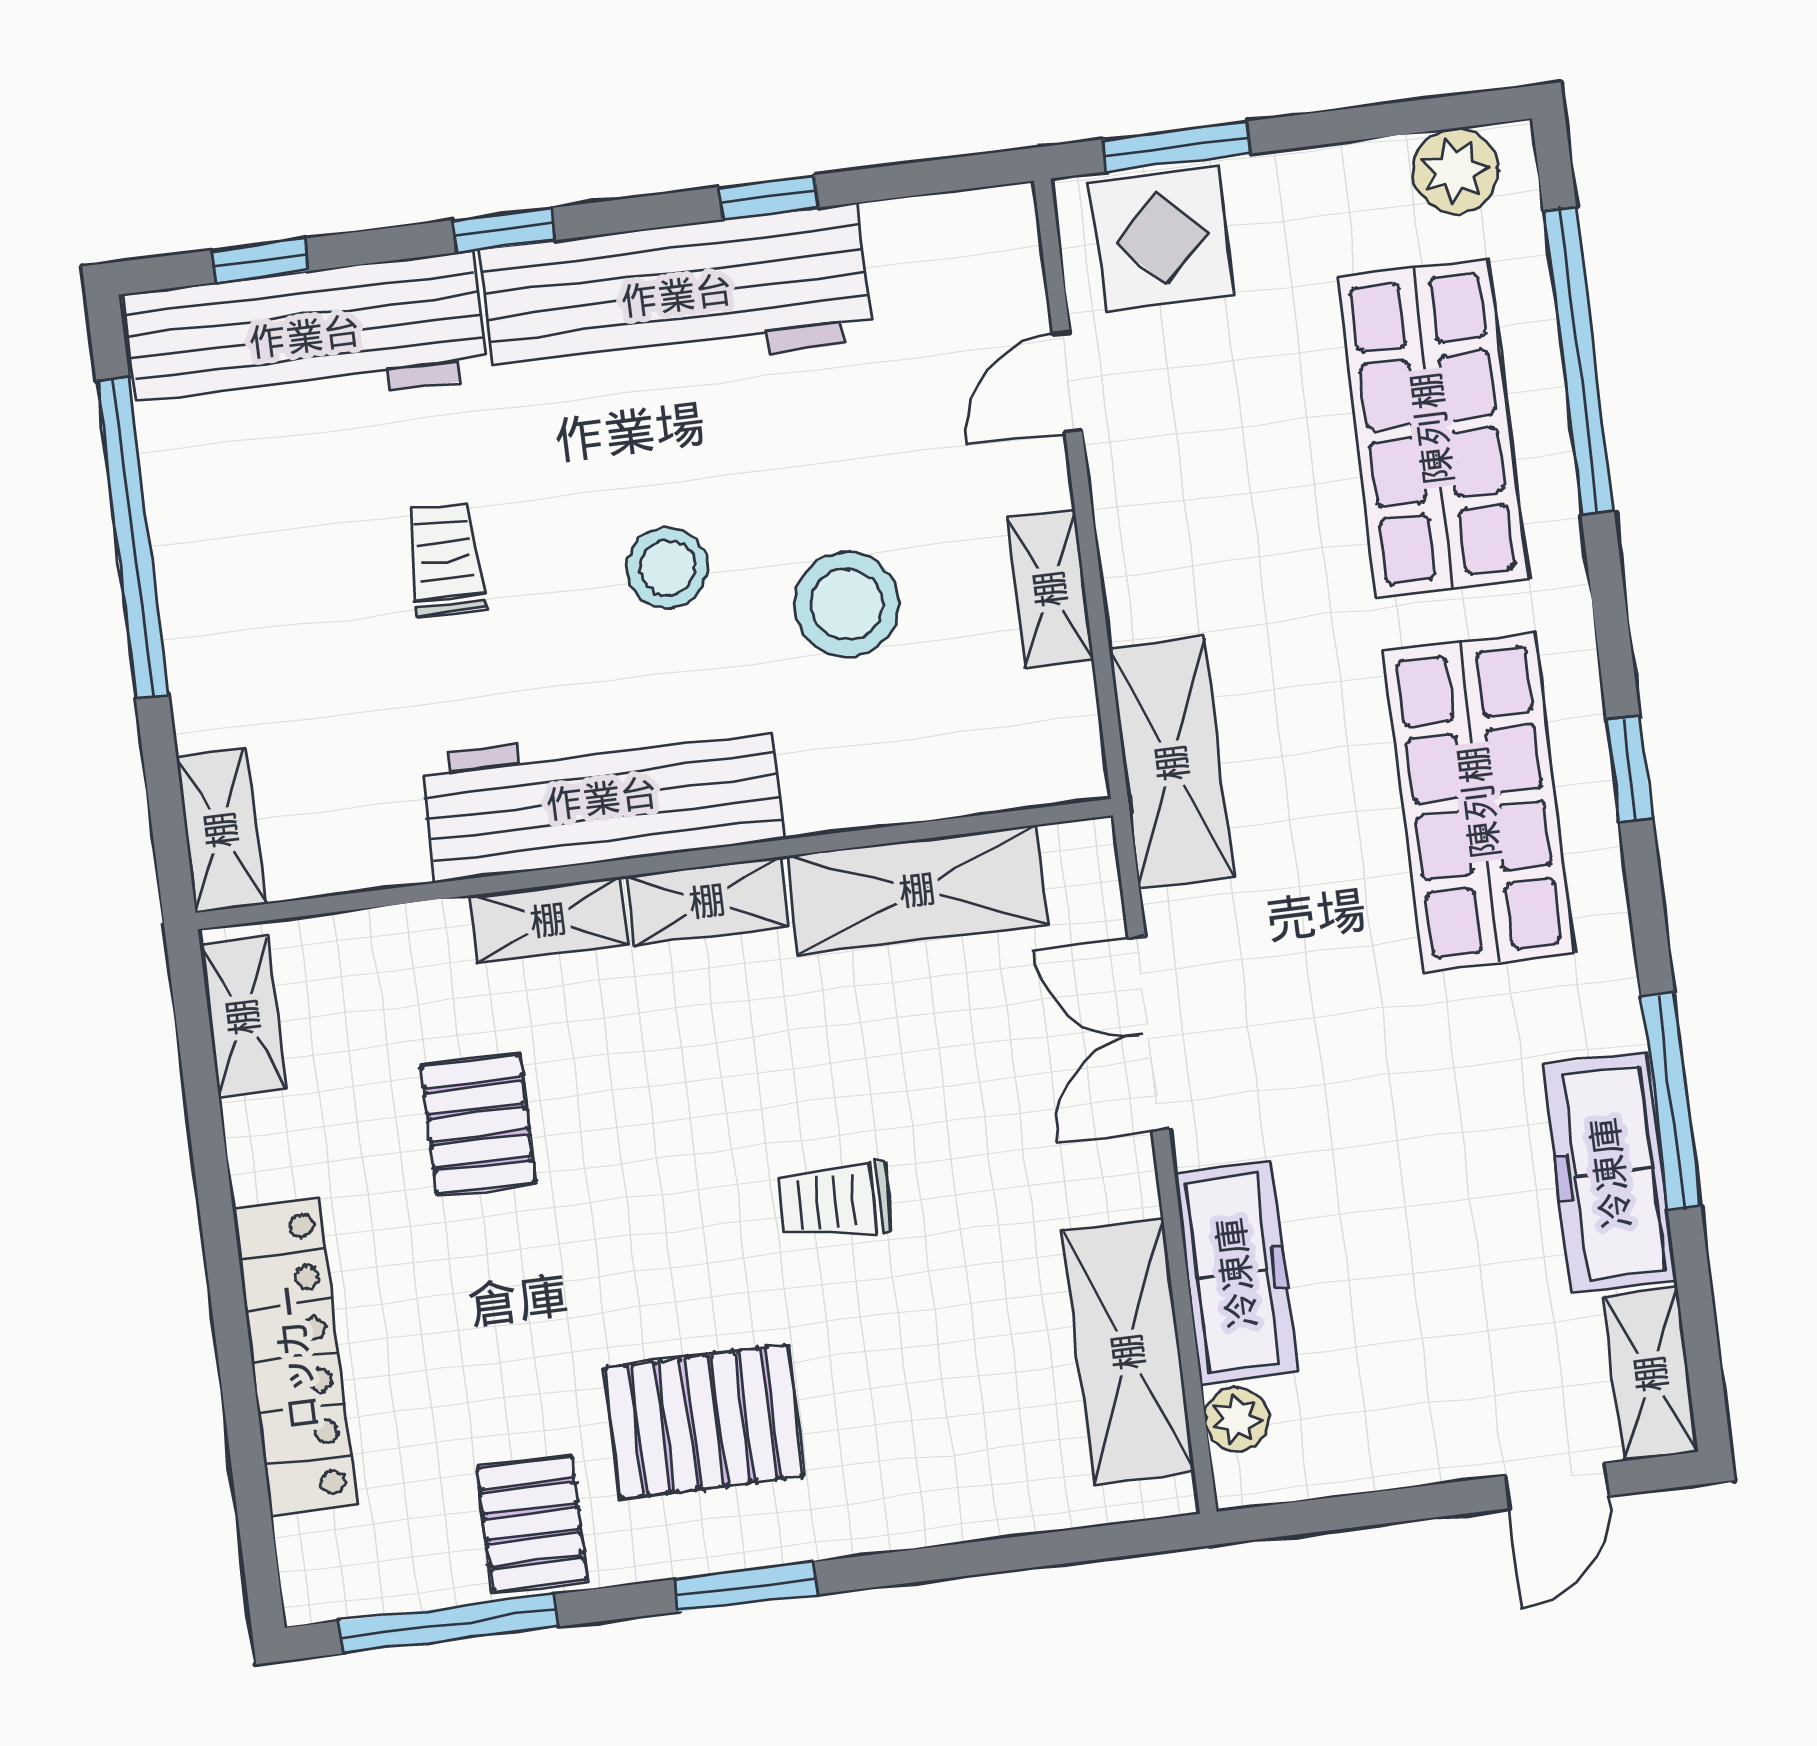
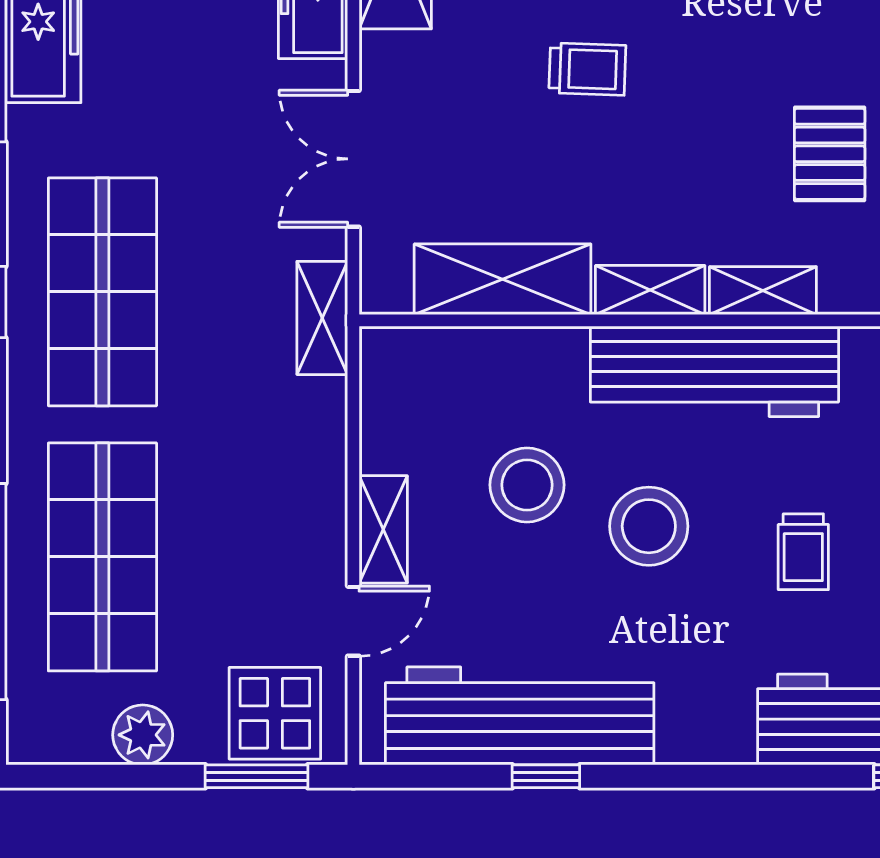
plant: (1455, 171) -> (143, 735), moved
window: (504, 230) -> (734, 776), removed
workbench: (677, 295) -> (520, 716), moved
stool: (668, 568) -> (649, 526), width x1.38, depth x1.38
shelving: (1050, 589) -> (383, 529), moved
shelving: (1172, 763) -> (322, 318), width x0.67, depth x0.75
double door: (1149, 1034) -> (353, 159), swing flipped

